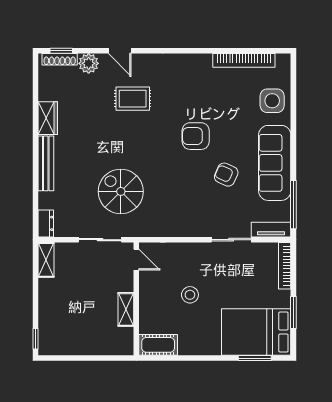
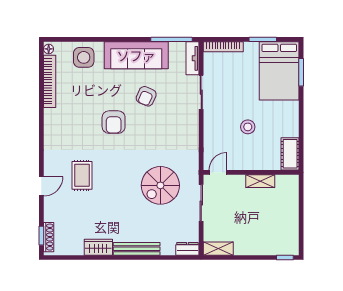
floor lamp: (282, 59) -> (49, 49), added
plant: (89, 63) -> (52, 213), removed

